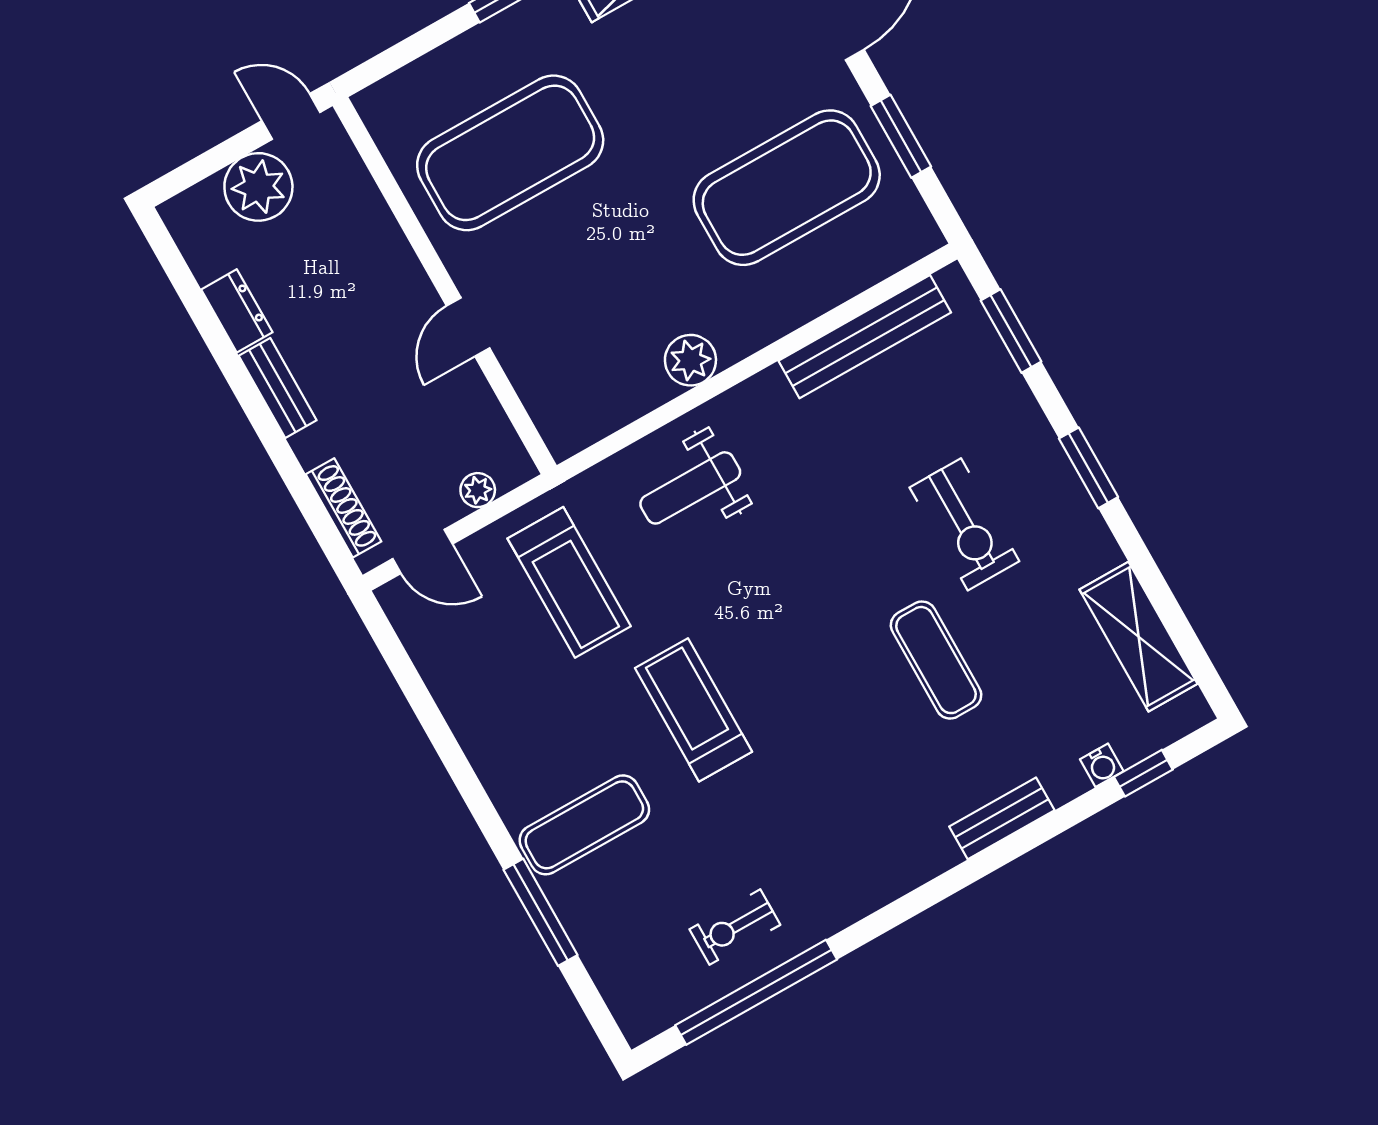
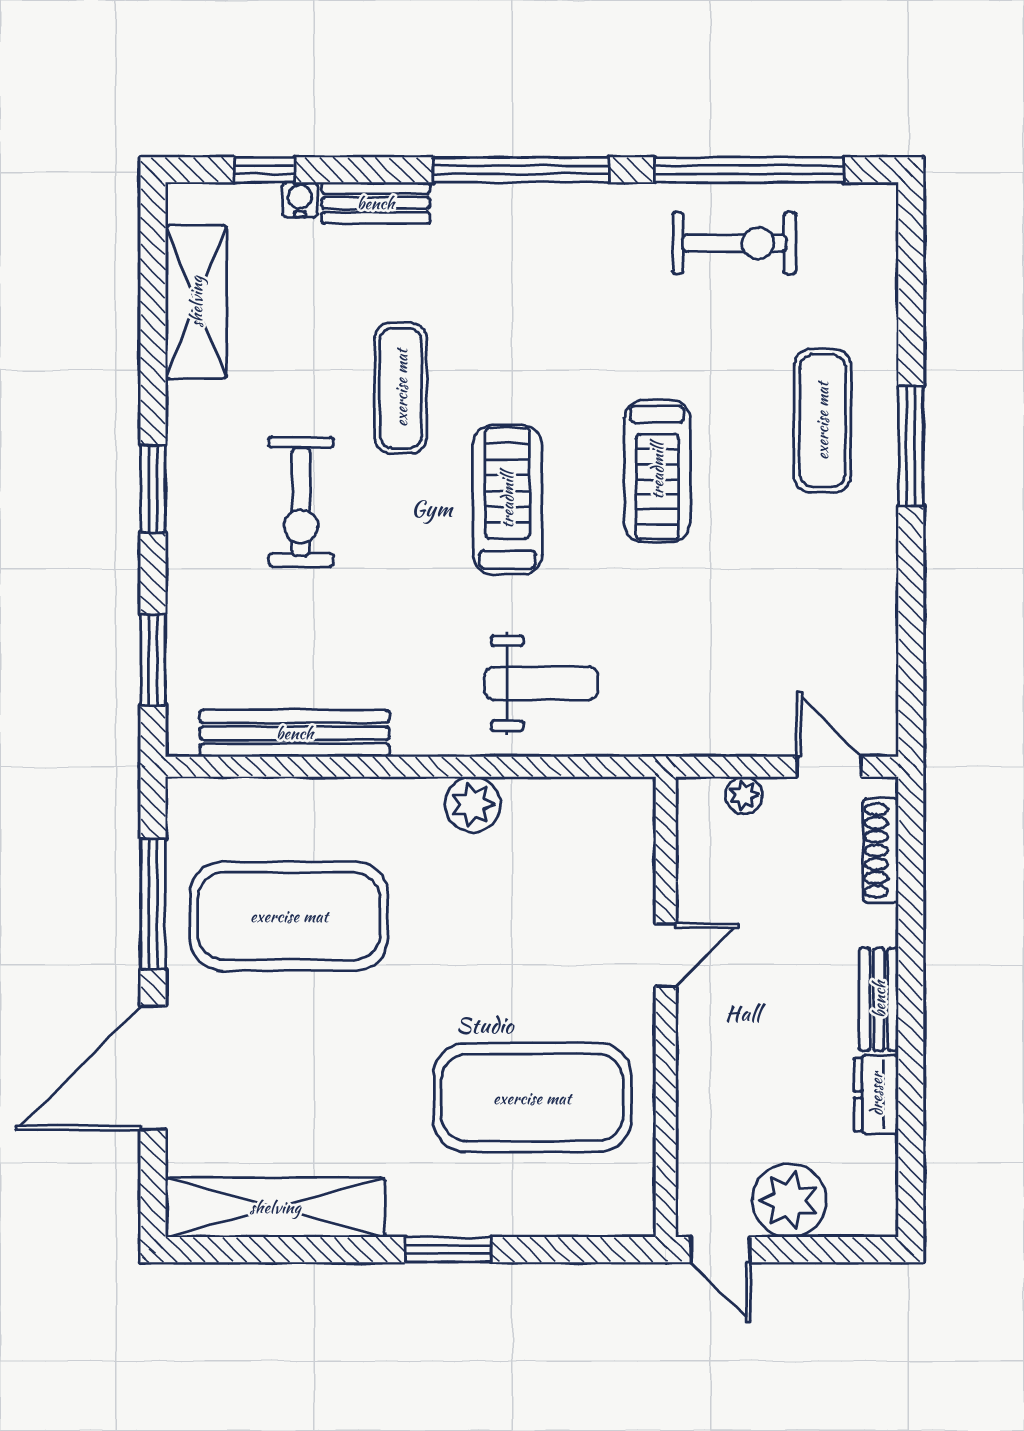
window: (901, 136) -> (153, 904), width x1.44
exercise bike: (964, 524) -> (301, 502), turned 180
treadmill: (569, 582) -> (507, 500), moved
bench: (1002, 818) -> (376, 203), moved
exercise mat: (584, 825) -> (822, 421), turned 90
window: (939, 889) -> (521, 170), added
window: (541, 912) -> (911, 446), moved
exercise bike: (735, 927) -> (735, 243), width x1.38, depth x1.39

